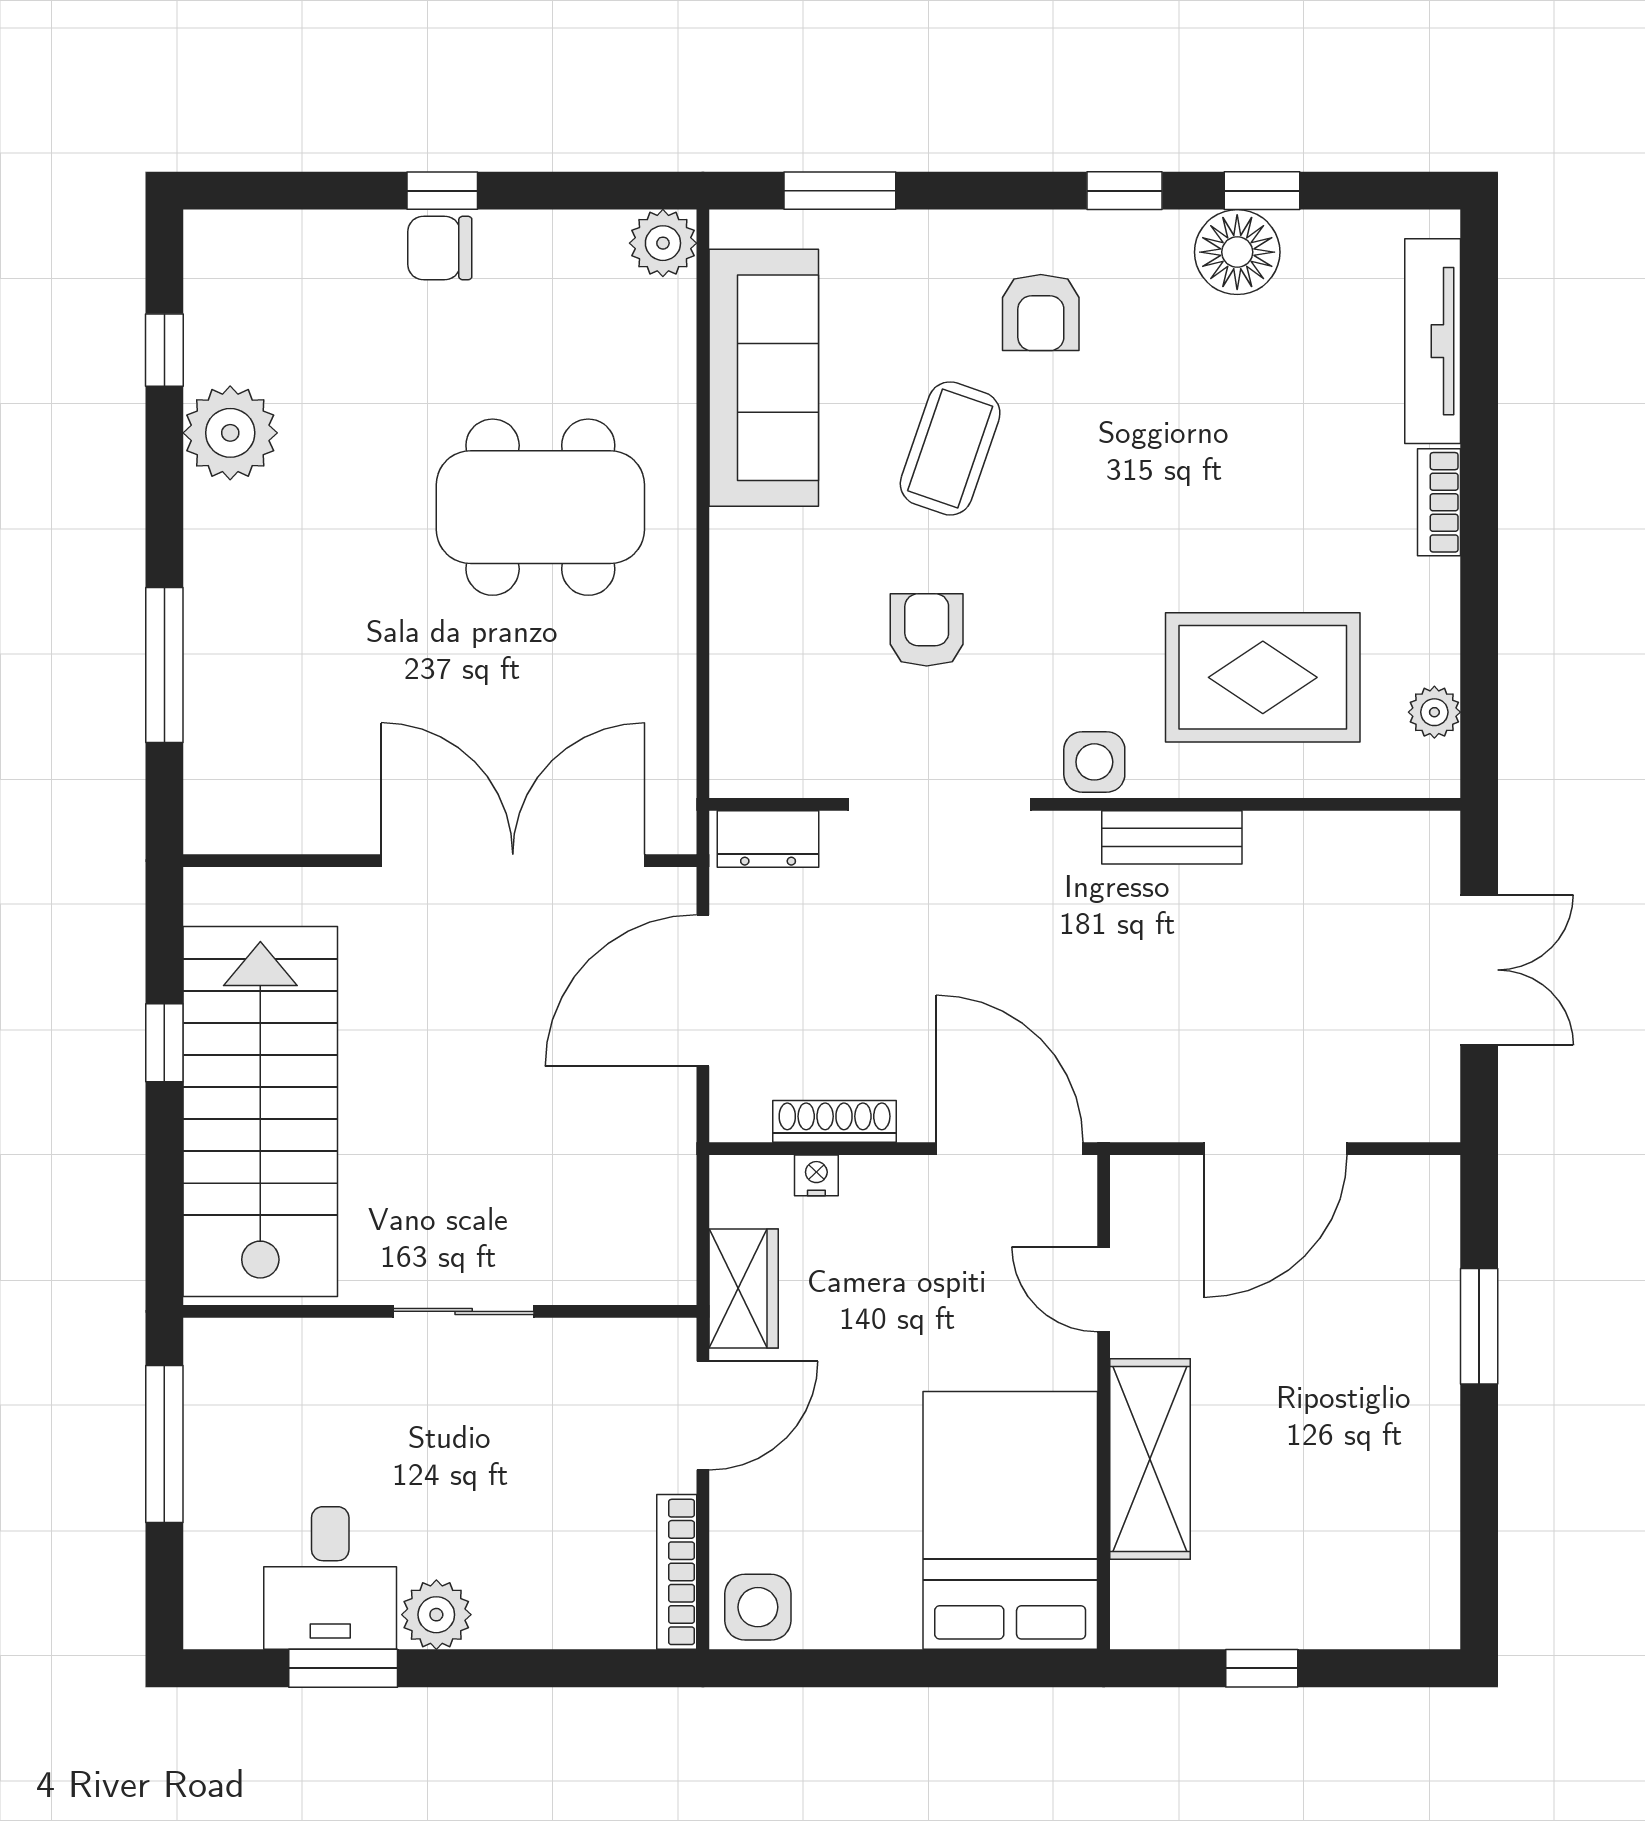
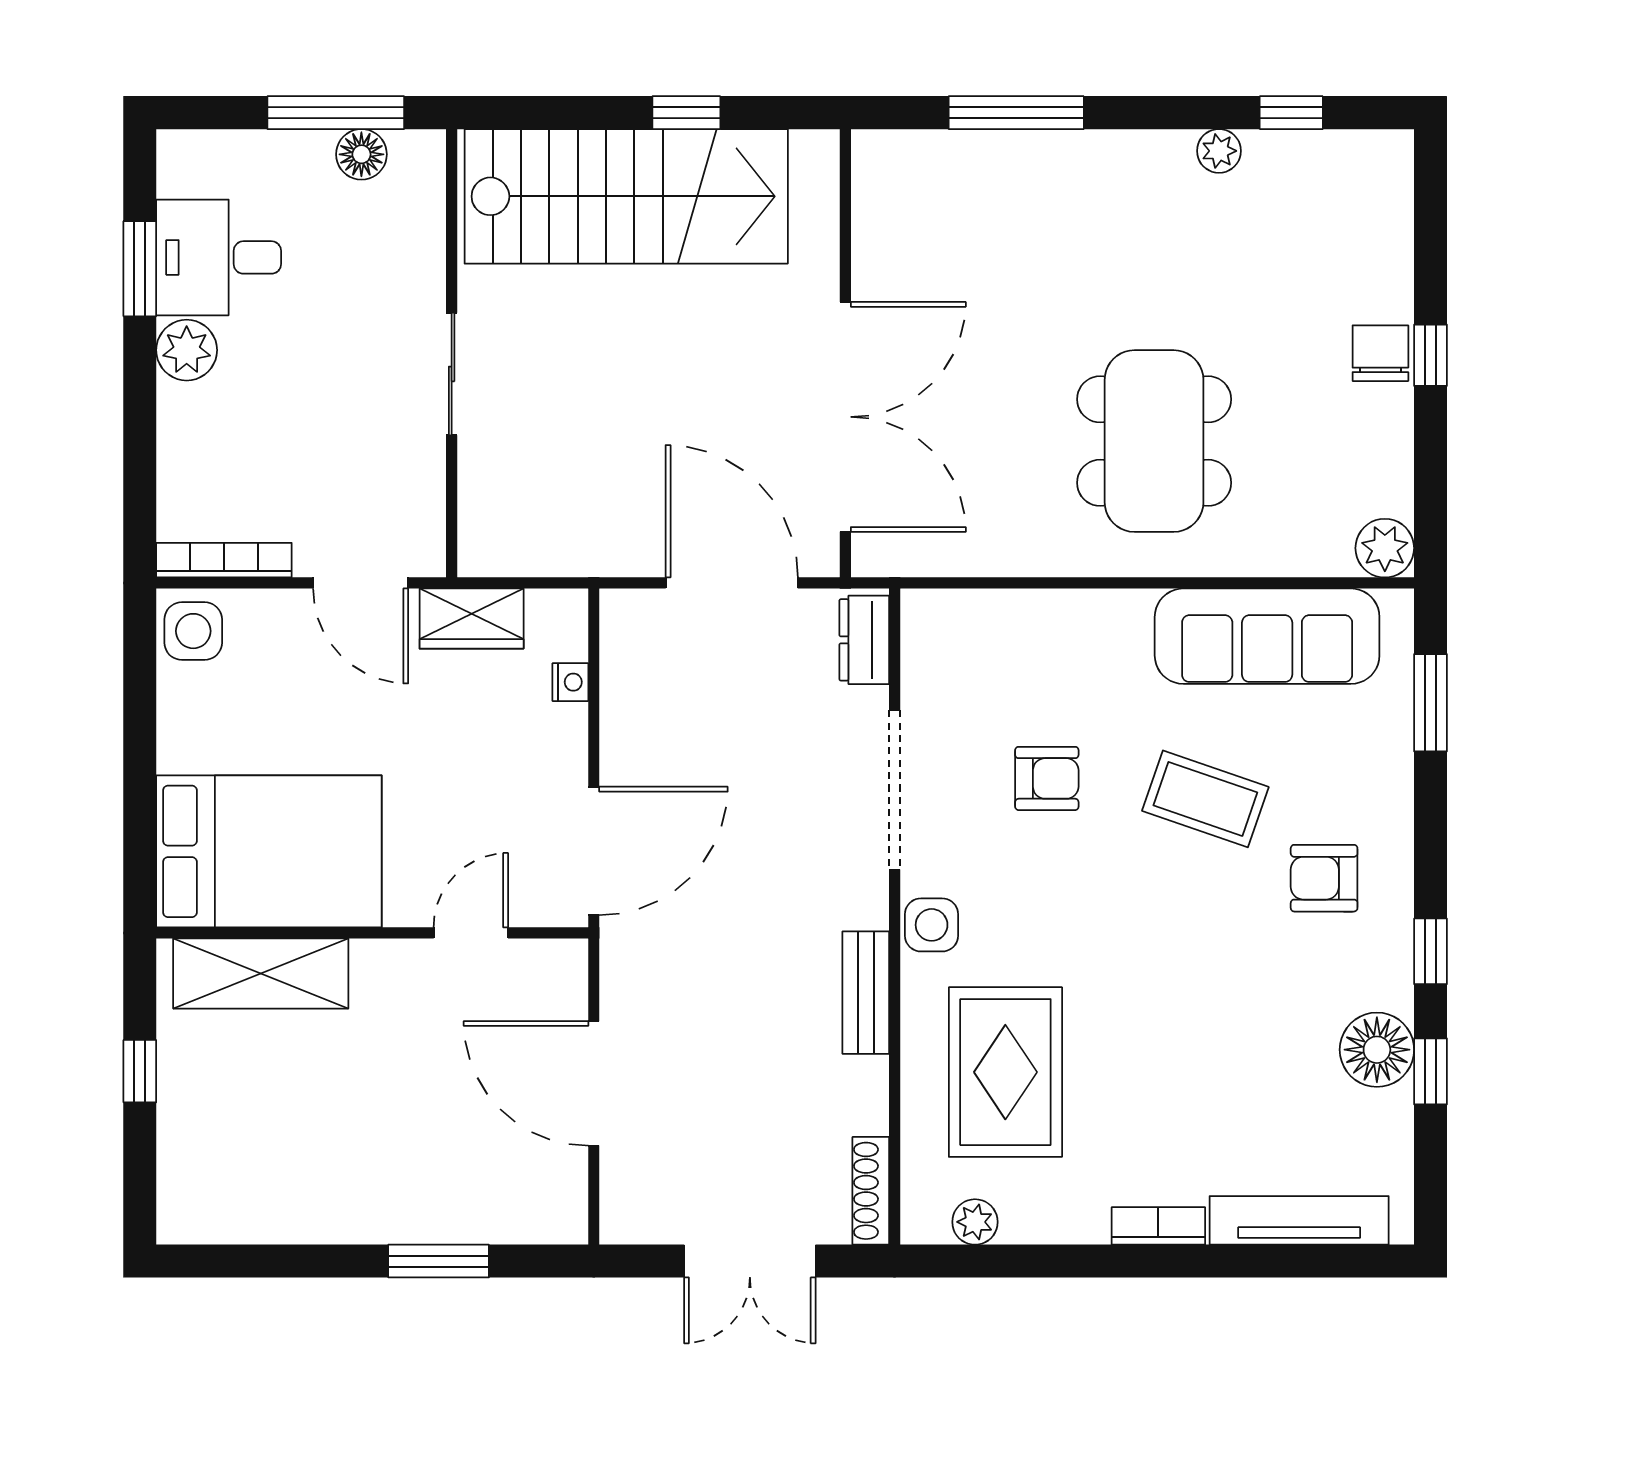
plant: (230, 433) -> (1219, 151), width x0.53, depth x0.53
shoe rack: (835, 1121) -> (871, 1191), moved, turned 180
floor lamp: (212, 1415) -> (361, 154), added
shelving: (1150, 1459) -> (261, 973), moved

